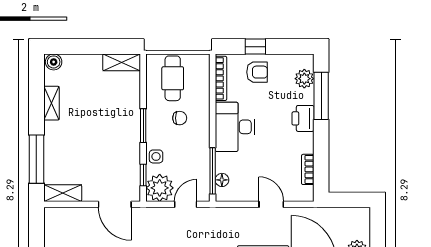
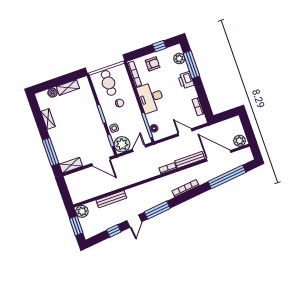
window: (255, 47) -> (159, 46), moved
boiler: (54, 62) -> (52, 93), moved
shelving: (122, 62) -> (68, 88), moved

